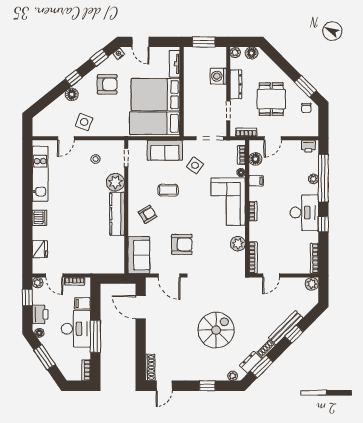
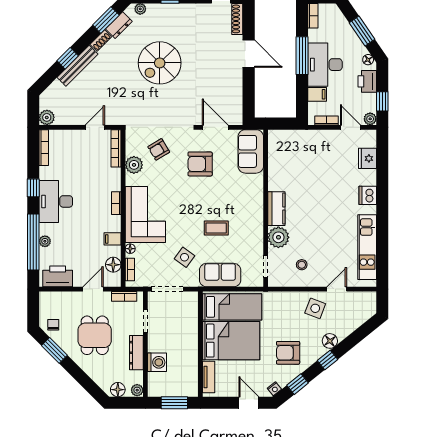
printer: (308, 146) -> (58, 276), width x1.87, depth x1.48
kitchen counter: (117, 214) -> (276, 209), width x0.67
armchair: (148, 214) -> (159, 149), moved
door: (141, 307) -> (249, 54), moved

